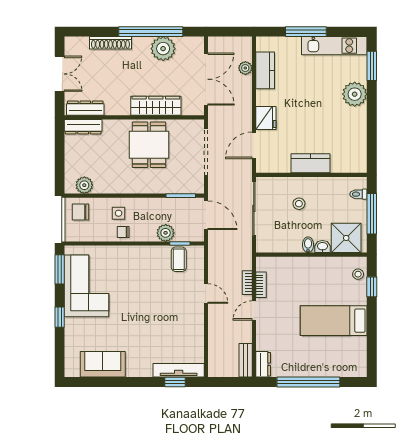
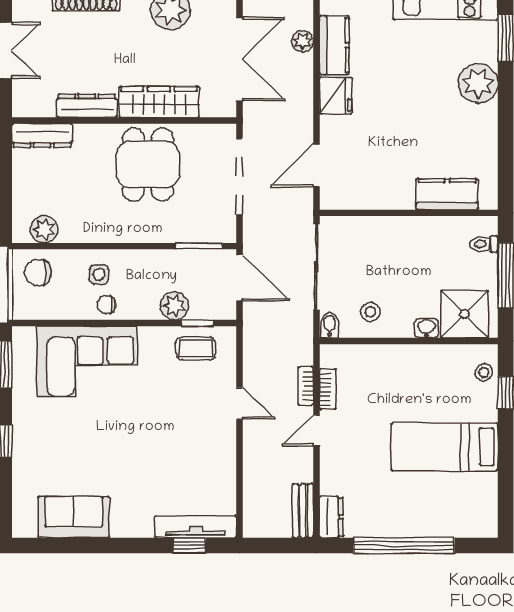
dresser: (85, 108) -> (87, 106), moved
fridge: (266, 118) -> (336, 95), moved
kitchen counter: (311, 163) -> (447, 194), moved
stool: (299, 204) -> (371, 312), moved
bidet: (308, 245) -> (330, 325), moved
coffee table: (179, 259) -> (196, 348), turned 90
corner sofa: (86, 286) -> (87, 362), moved, turned 90

